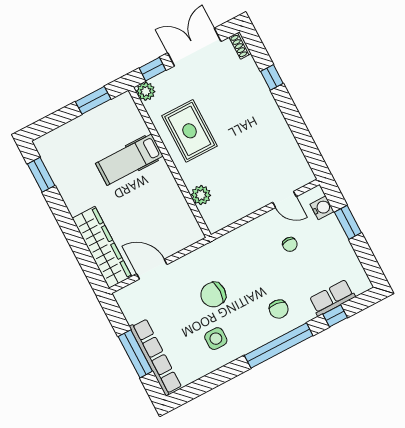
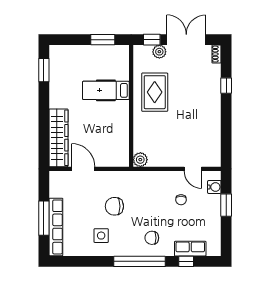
plant: (146, 91) -> (159, 52), moved
plant: (201, 195) -> (140, 160), moved
chair: (279, 309) -> (152, 238), turned 83

